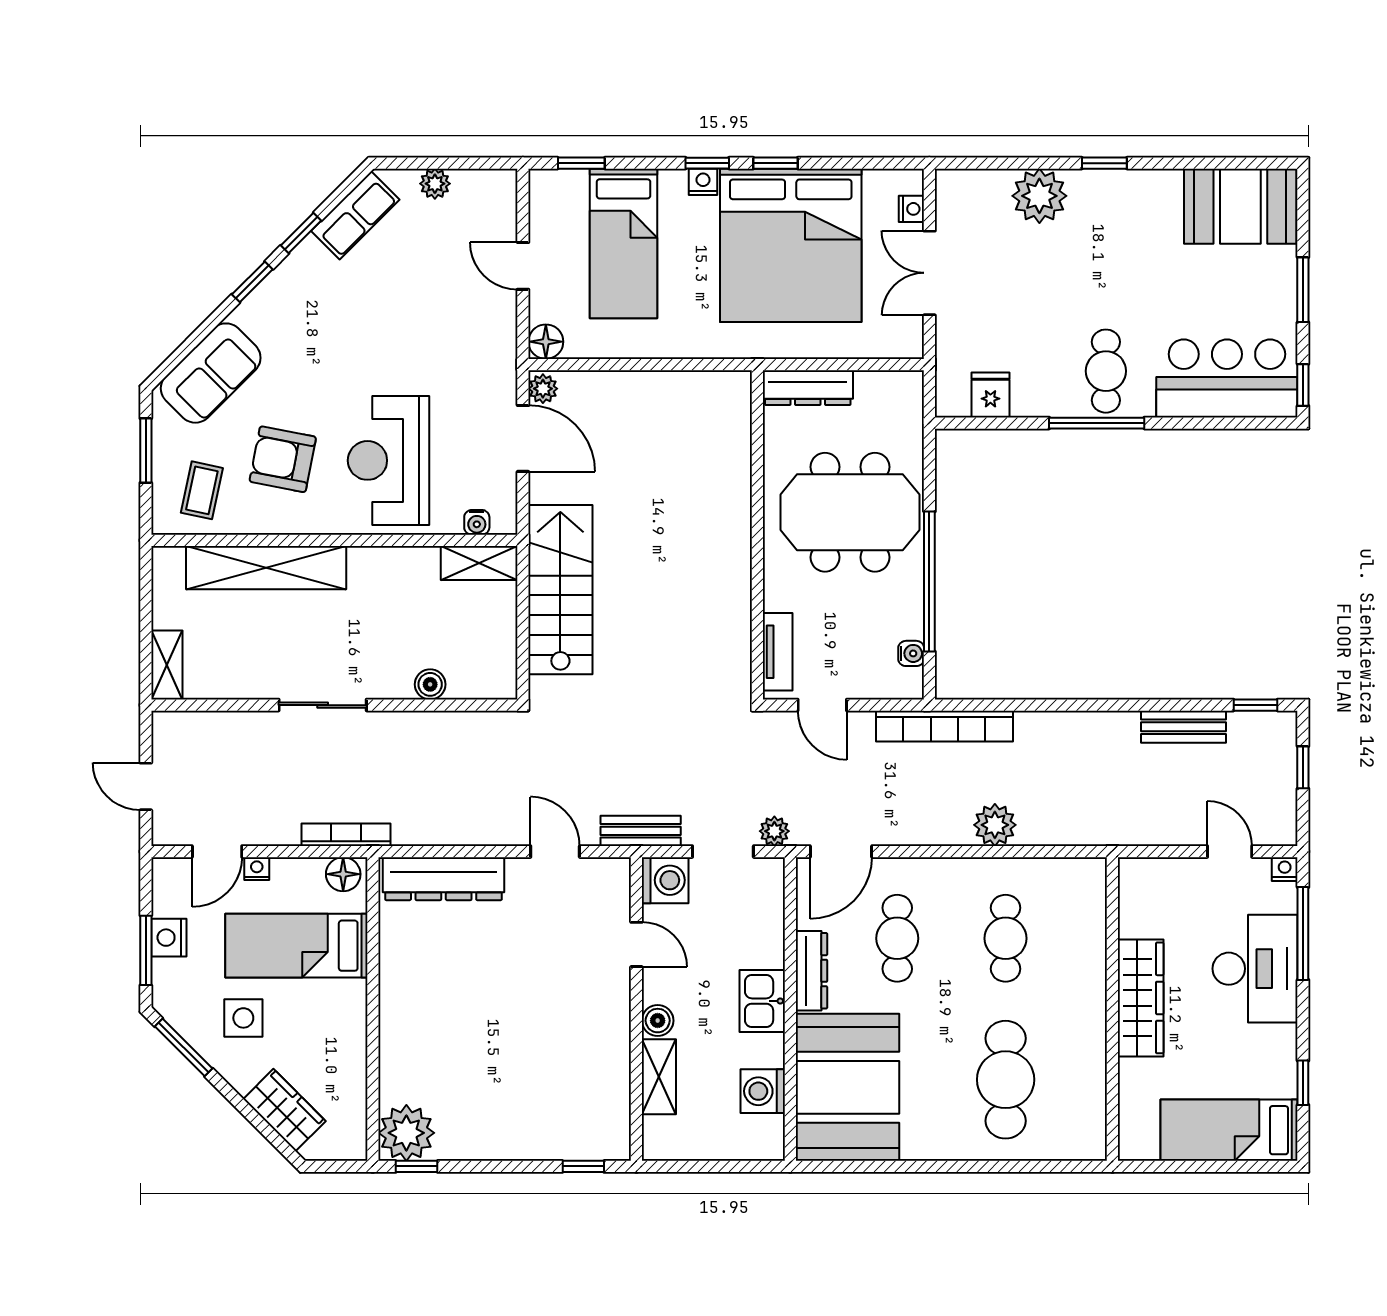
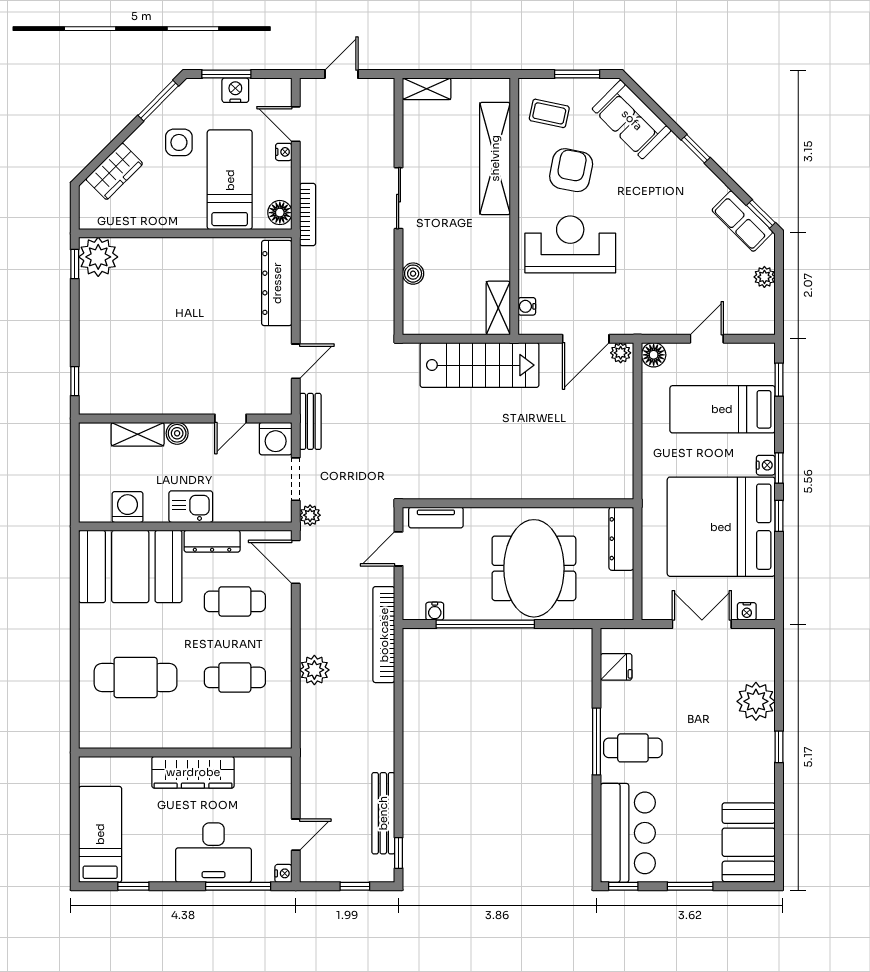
window: (301, 233) -> (761, 214), moved
bench: (1184, 727) -> (383, 813), width x1.36

